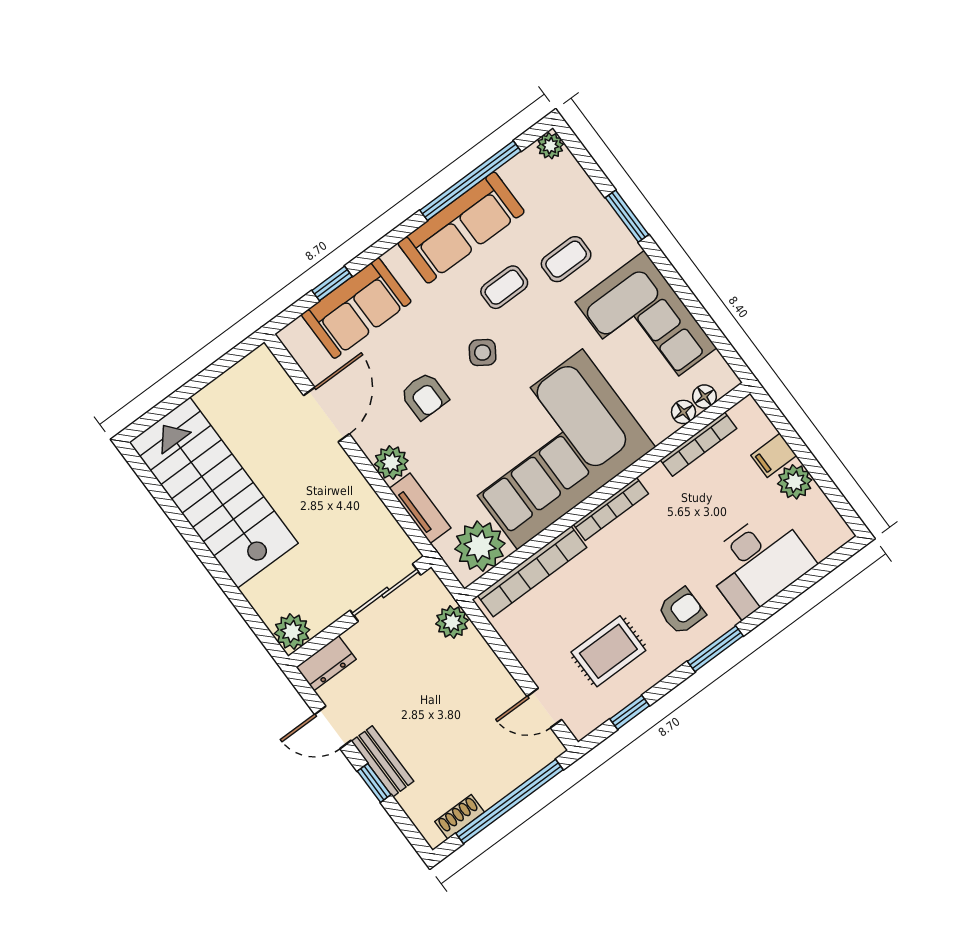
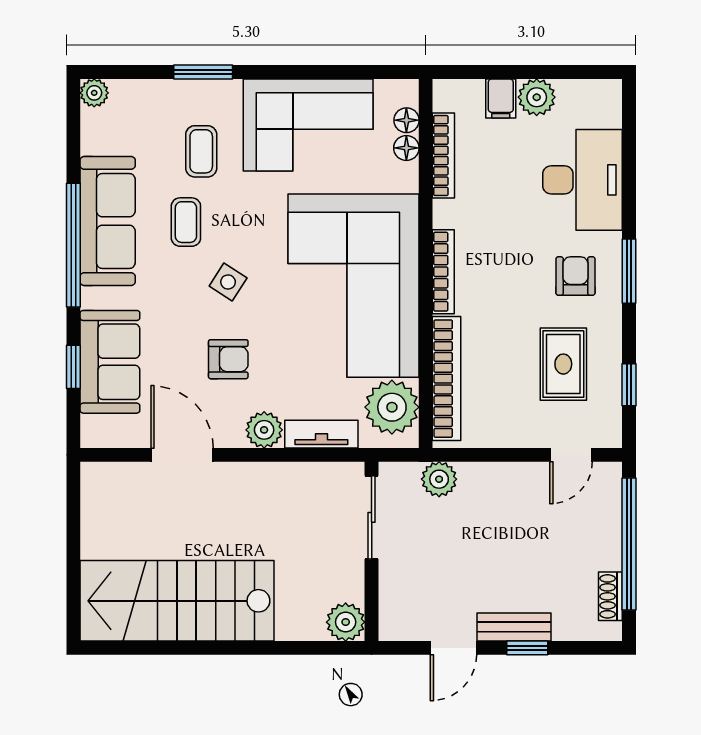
window: (470, 181) -> (73, 245), moved
dresser: (326, 663) -> (394, 613), removed

